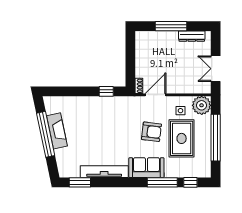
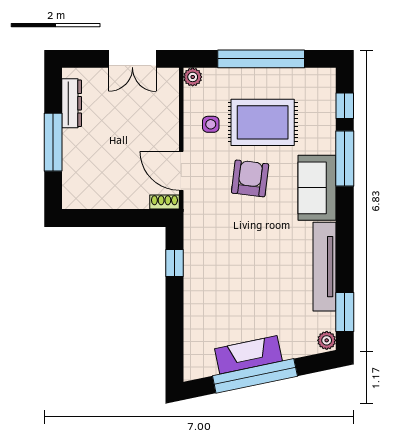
plant: (202, 105) -> (193, 77), width x0.53, depth x0.53
plant: (65, 173) -> (327, 340), added

